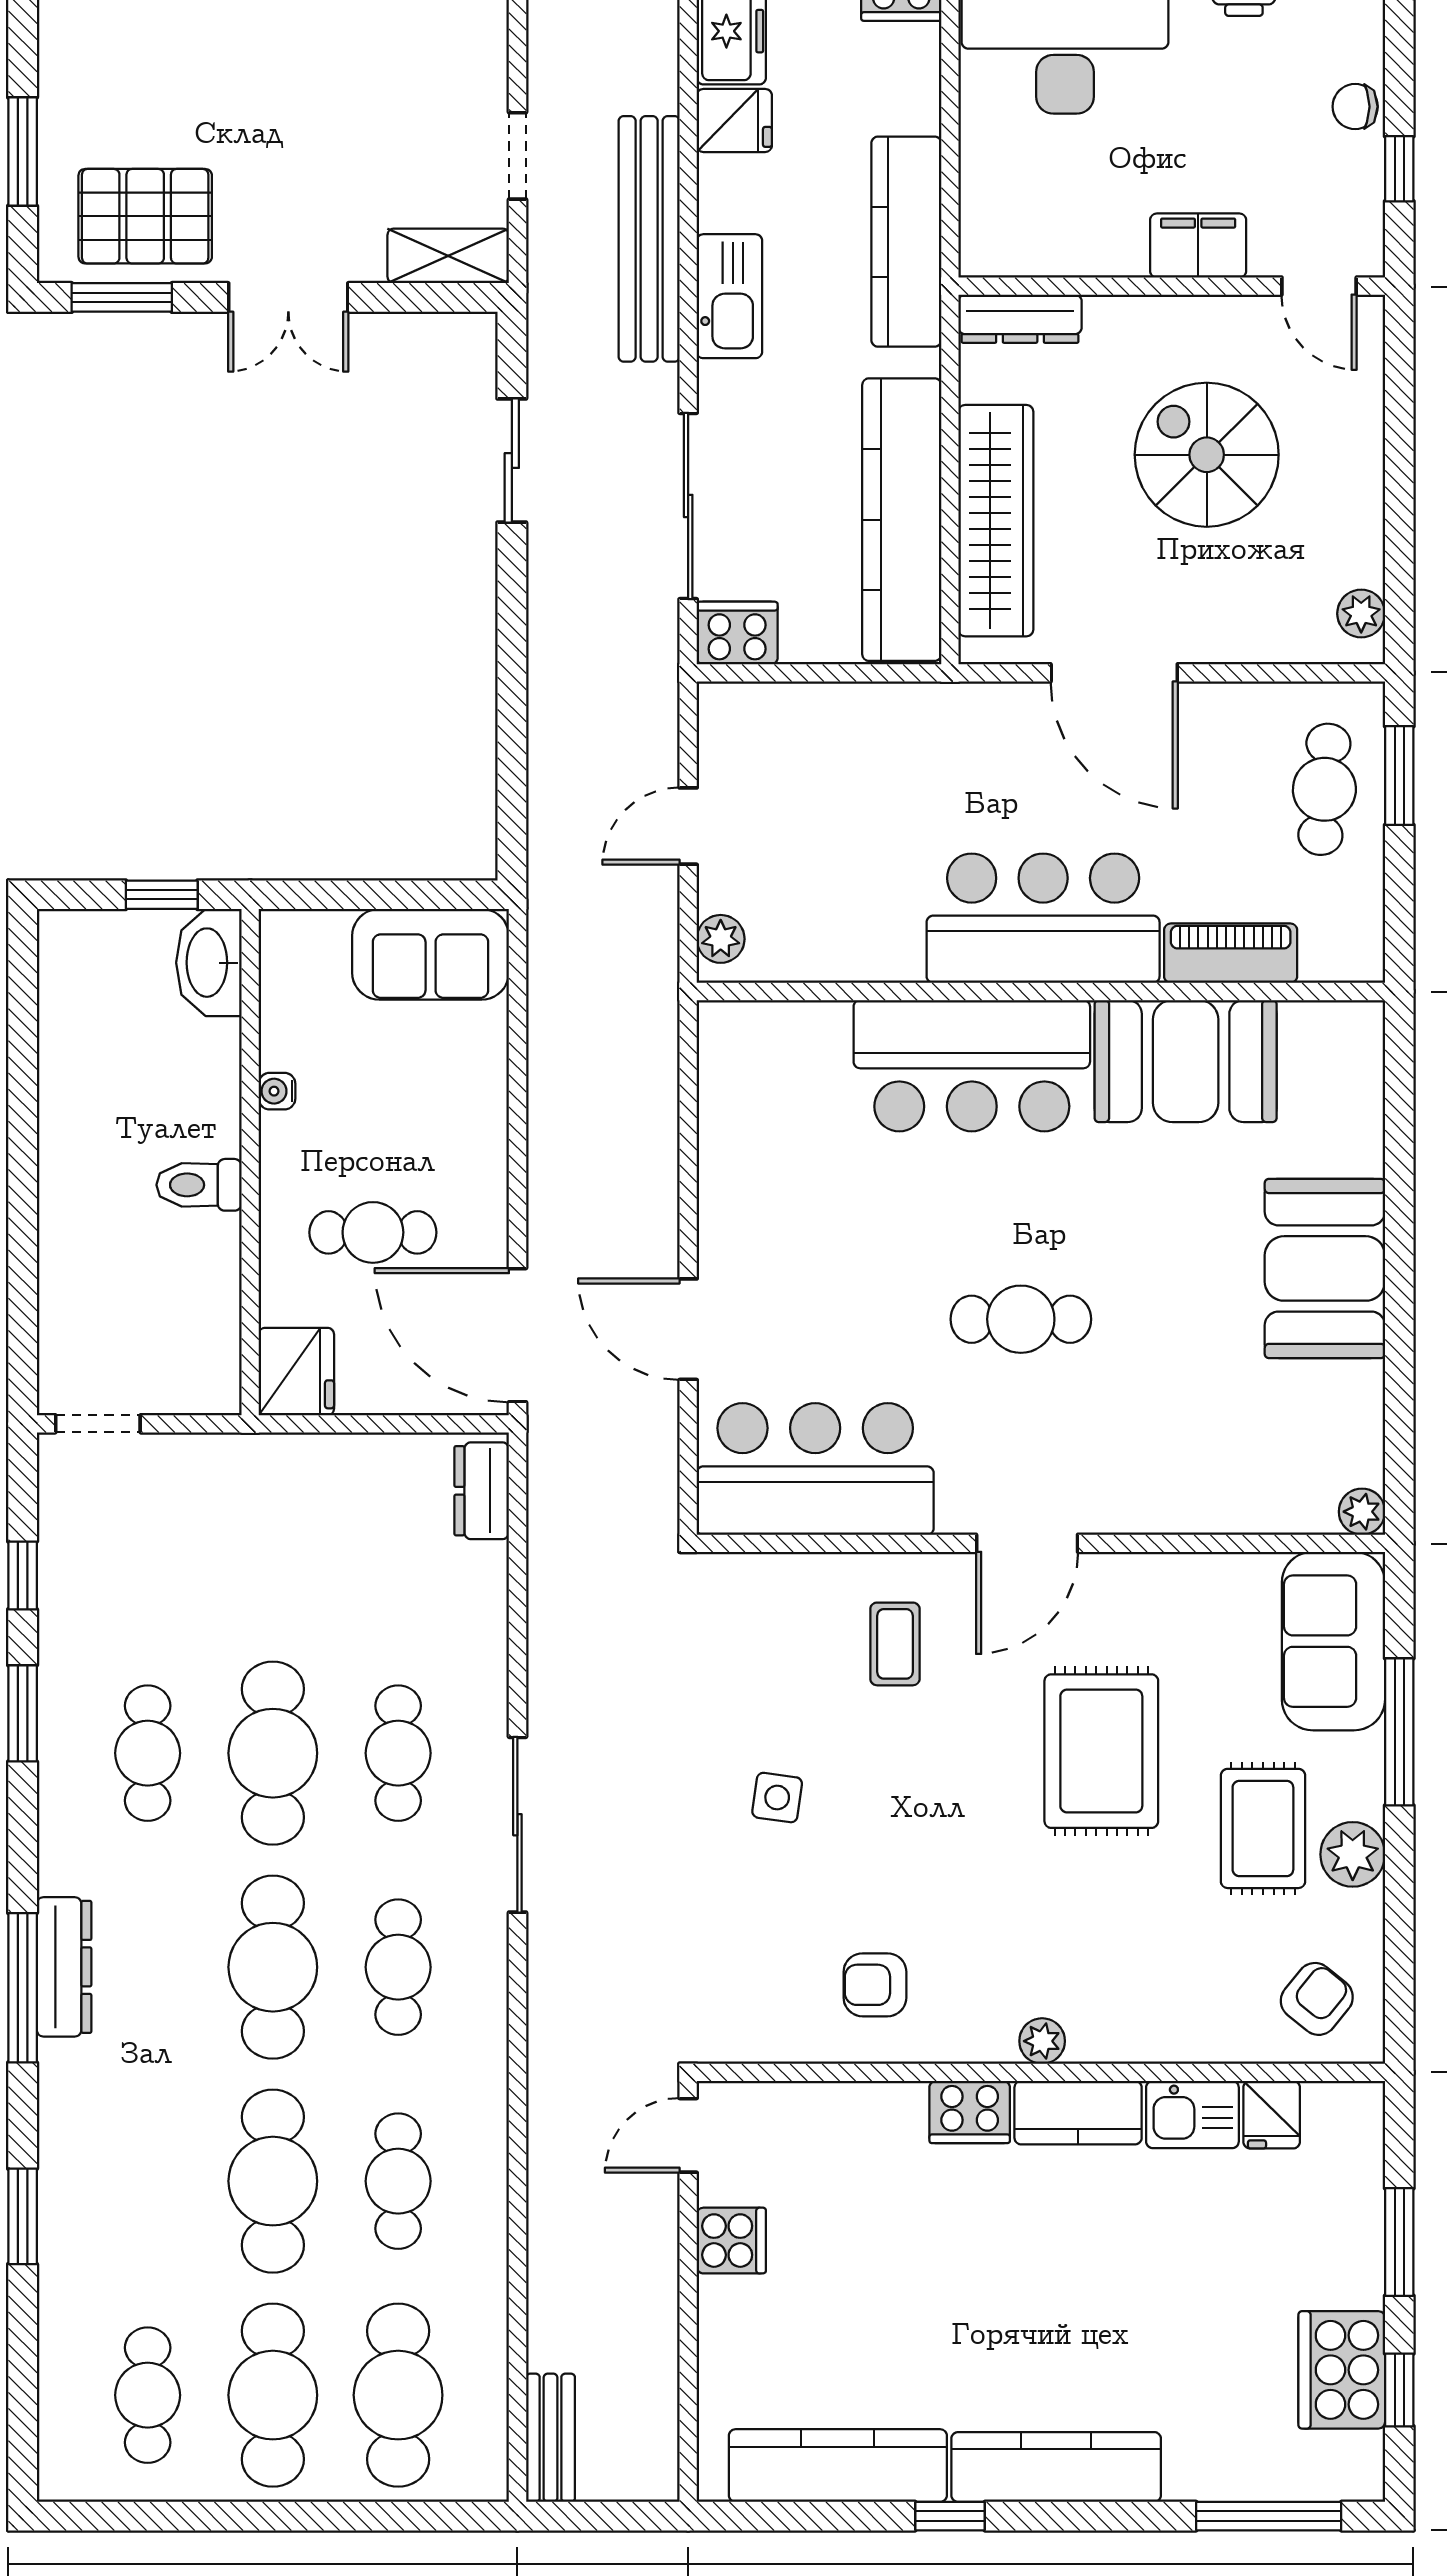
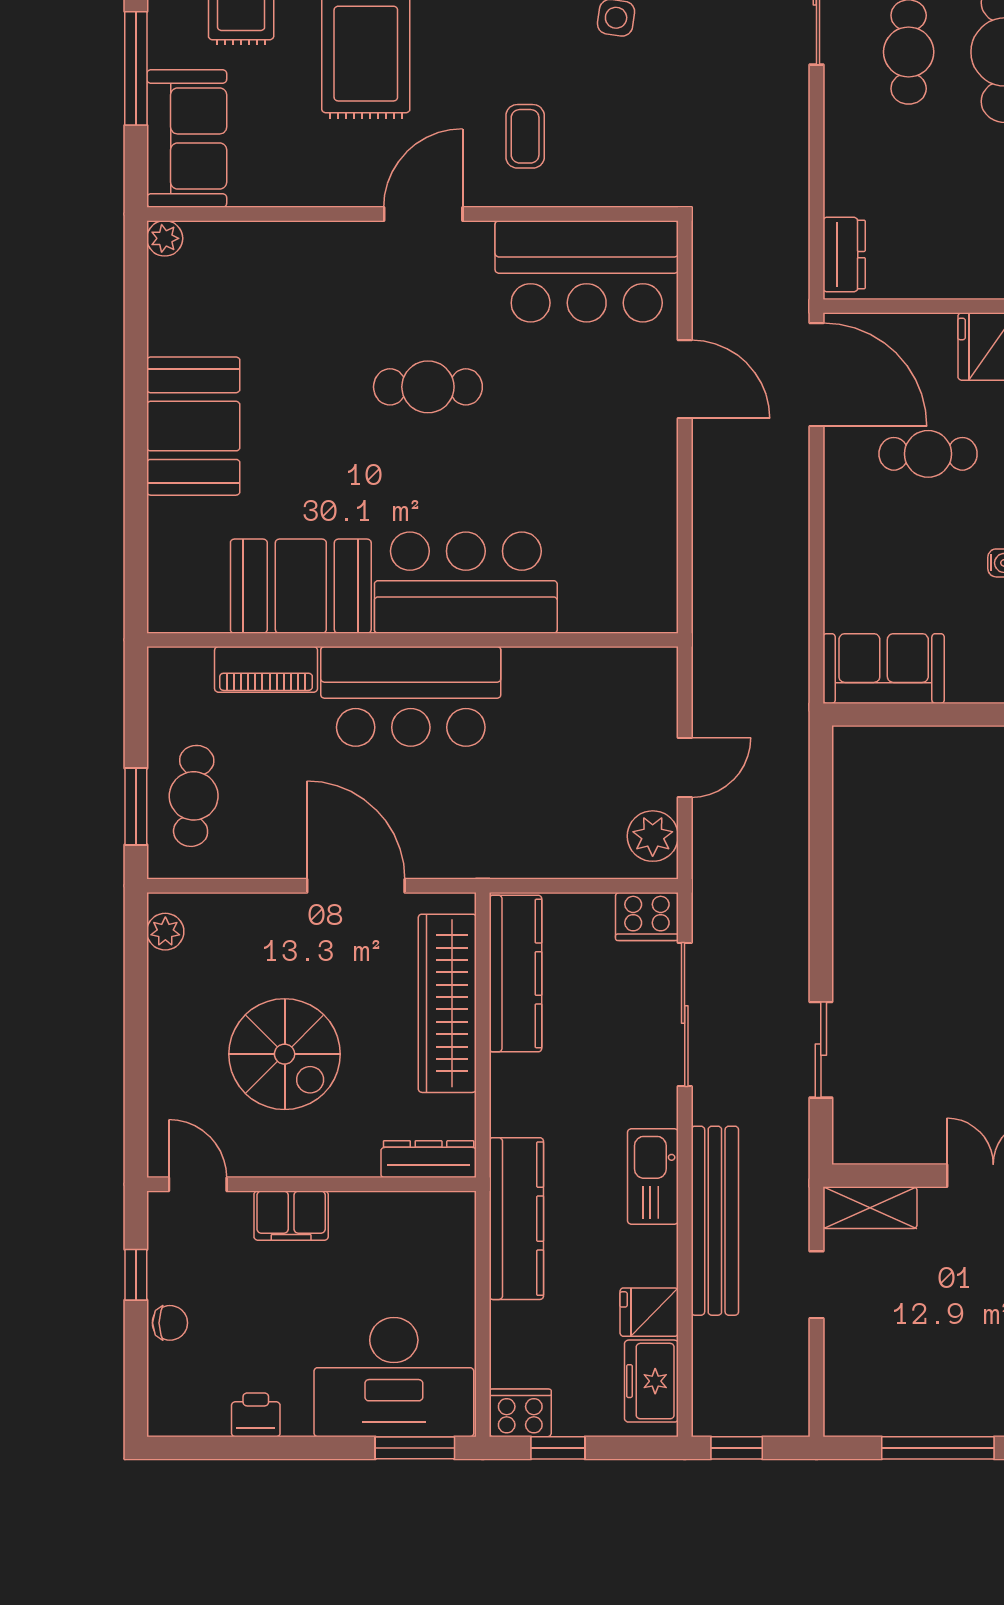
kitchen counter: (902, 520) -> (515, 974), width x0.72, depth x0.86
plant: (721, 939) -> (653, 836), moved, width x1.38, depth x1.38

